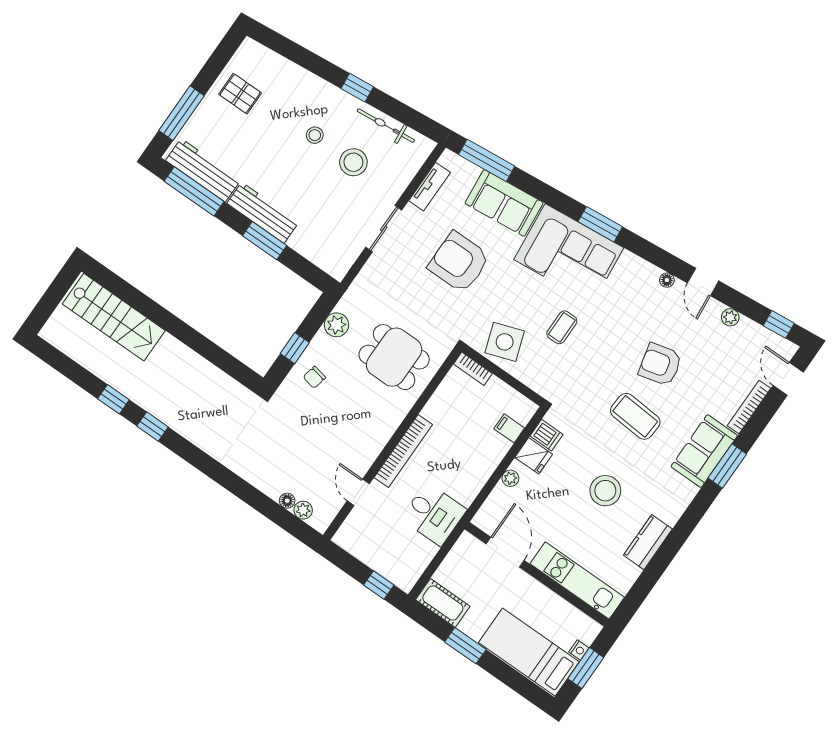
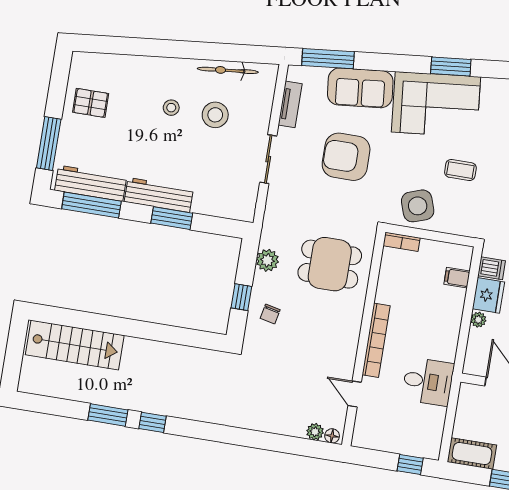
window: (357, 88) -> (188, 50), removed
coffee table: (562, 327) -> (460, 170), turned 90
window: (113, 399) -> (108, 415), width x1.50
fridge: (534, 456) -> (488, 295), width x1.38
floor lamp: (287, 501) -> (332, 436), moved

